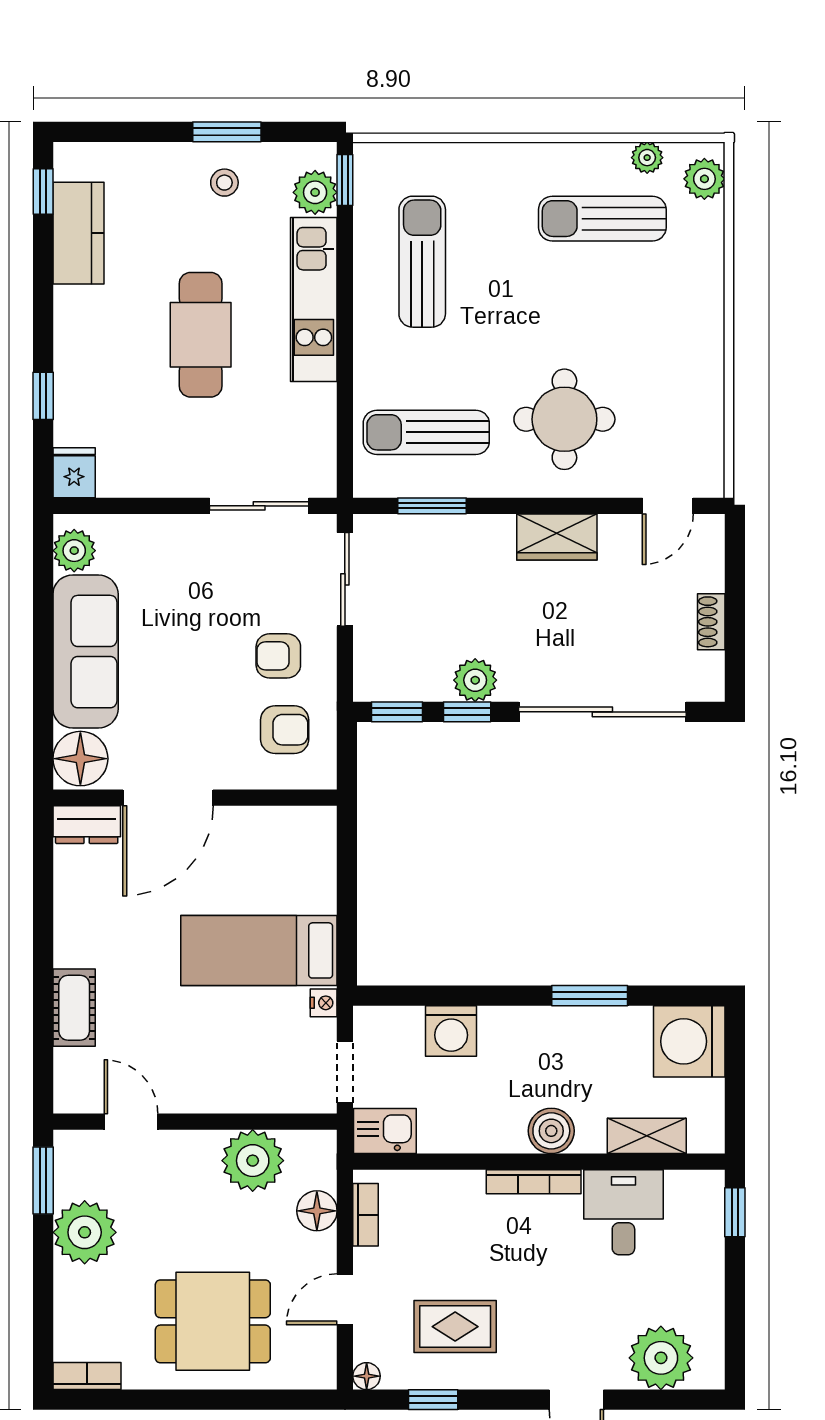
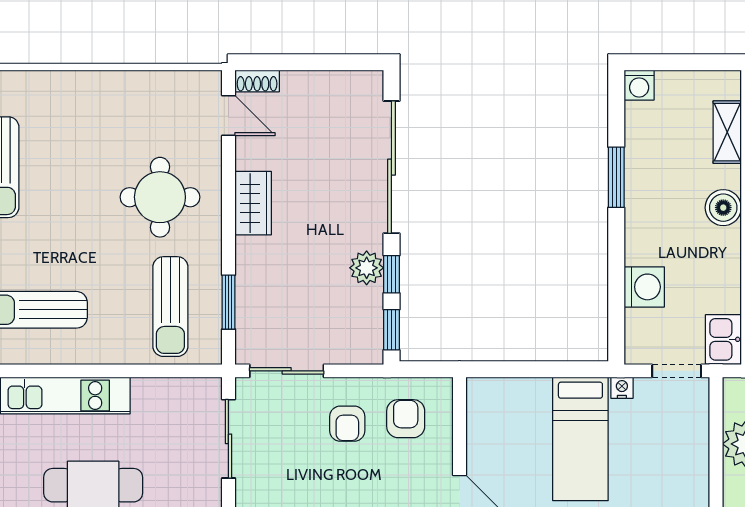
shoe rack: (711, 622) -> (257, 81), moved
washing machine: (689, 1041) -> (639, 85), width x0.53, depth x0.53

